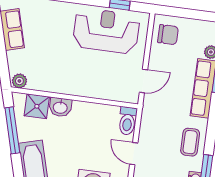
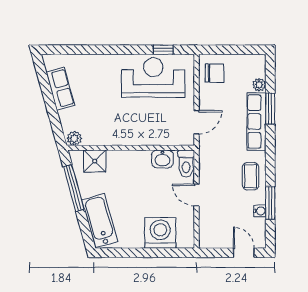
washbasin: (60, 107) -> (162, 159), moved

